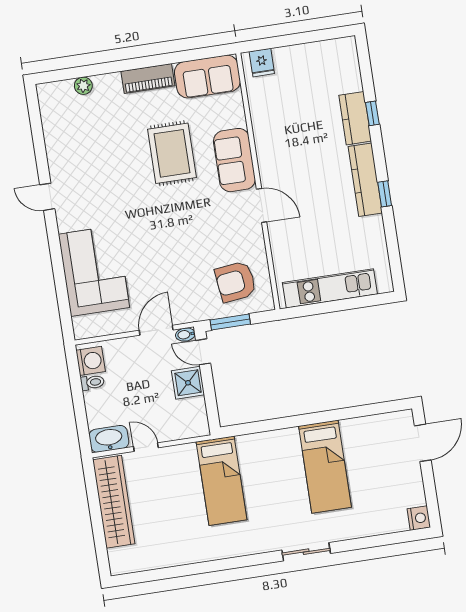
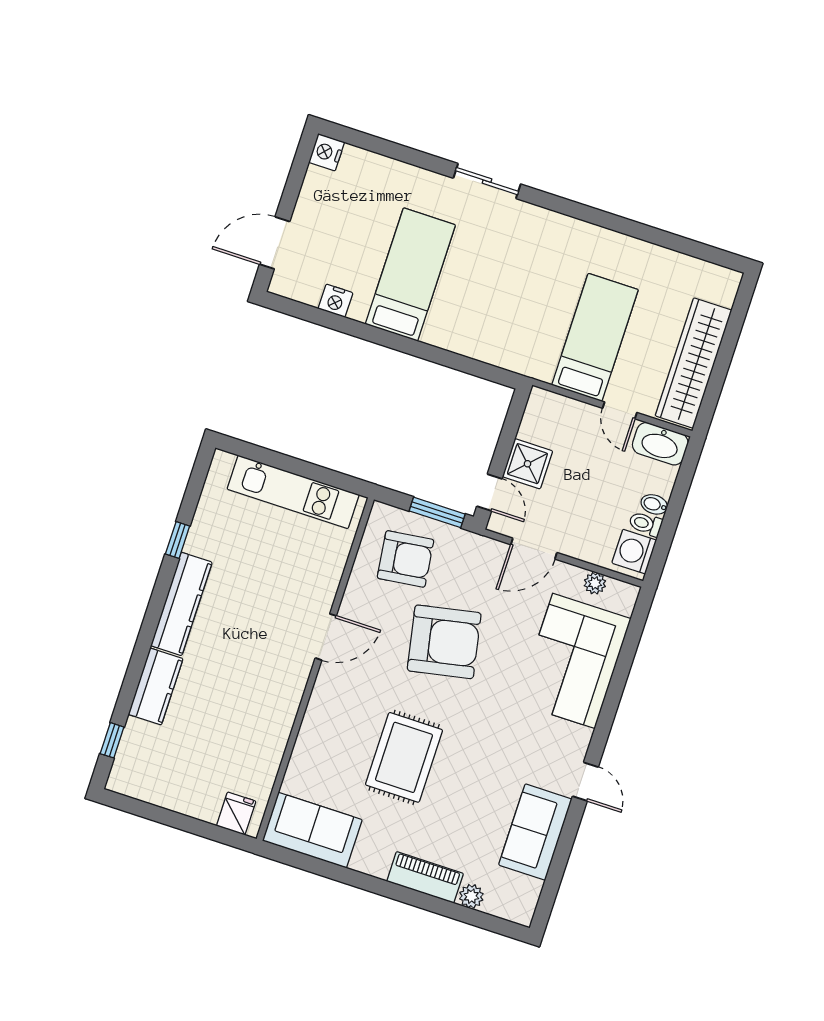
piano: (148, 78) -> (425, 877), moved
window: (372, 113) -> (112, 740), moved
sofa: (234, 160) -> (535, 832), moved, turned 180
window: (385, 194) -> (178, 540), moved
door: (262, 205) -> (326, 637), swing flipped
armchair: (184, 241) -> (444, 642), added
plant: (106, 328) -> (595, 583), added
bidet: (185, 334) -> (654, 504), moved, turned 180
nightstand: (365, 425) -> (335, 301), added
bed: (222, 481) -> (595, 337), moved

